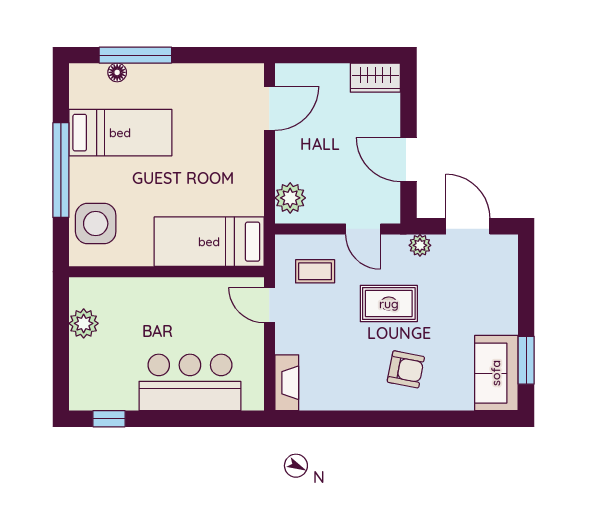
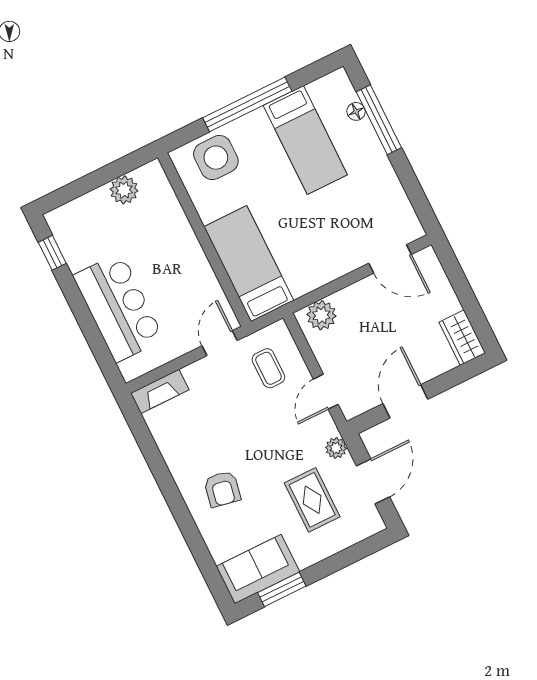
rug: (389, 304) -> (312, 500), moved

